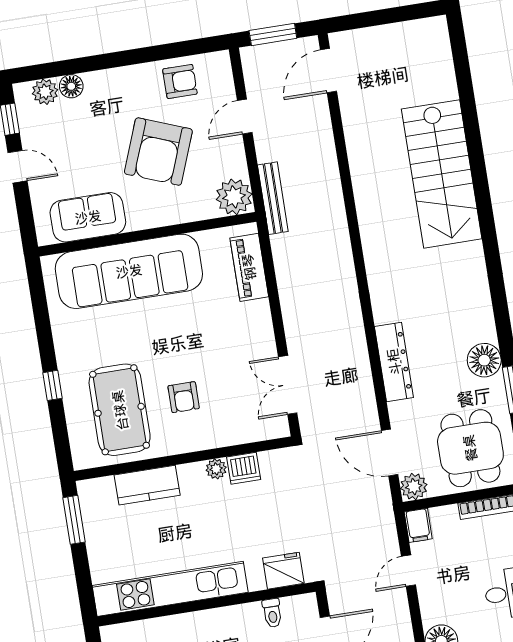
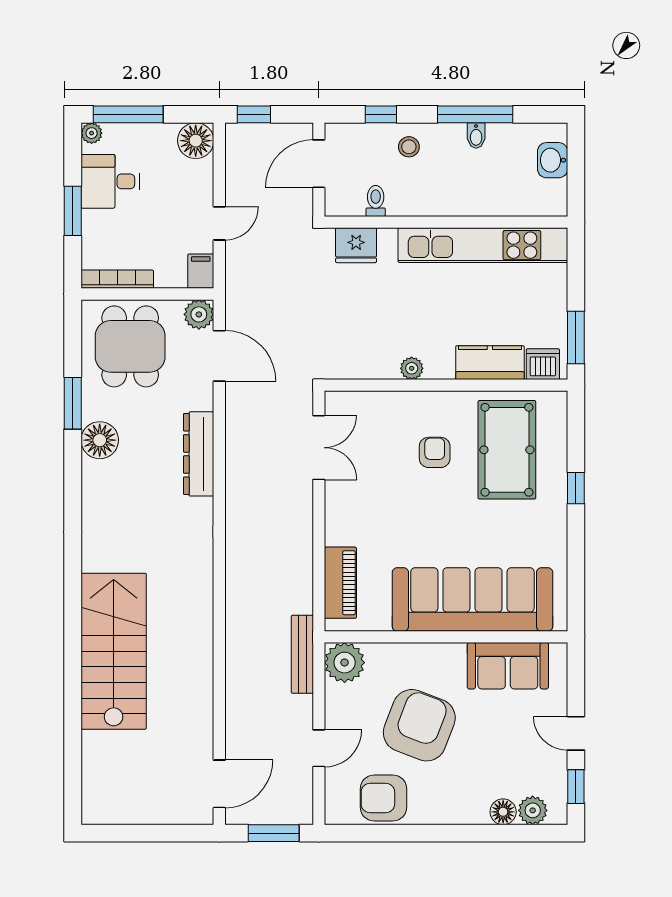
armchair: (180, 81) -> (383, 798), width x1.38, depth x1.38
dishwasher: (244, 468) -> (543, 364), moved

